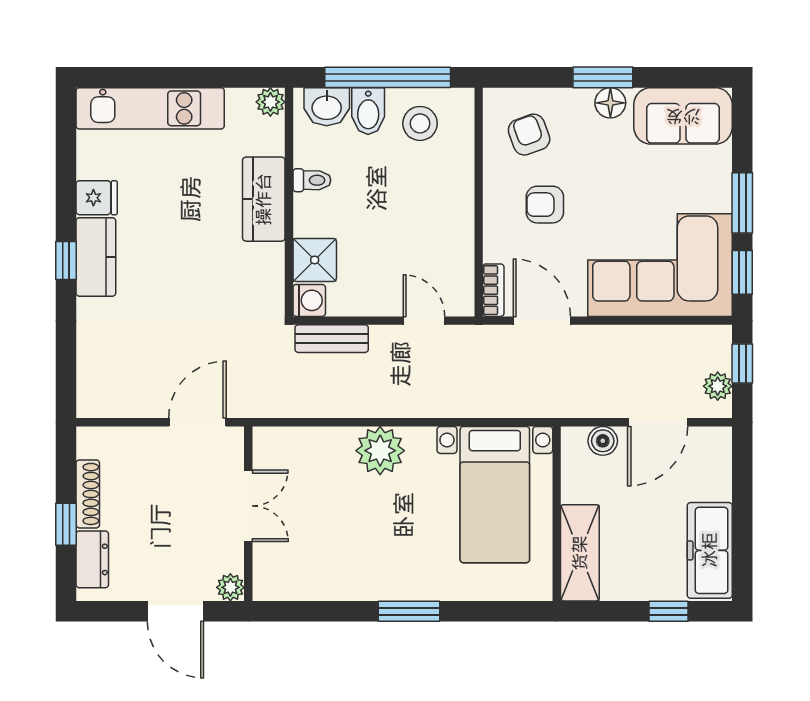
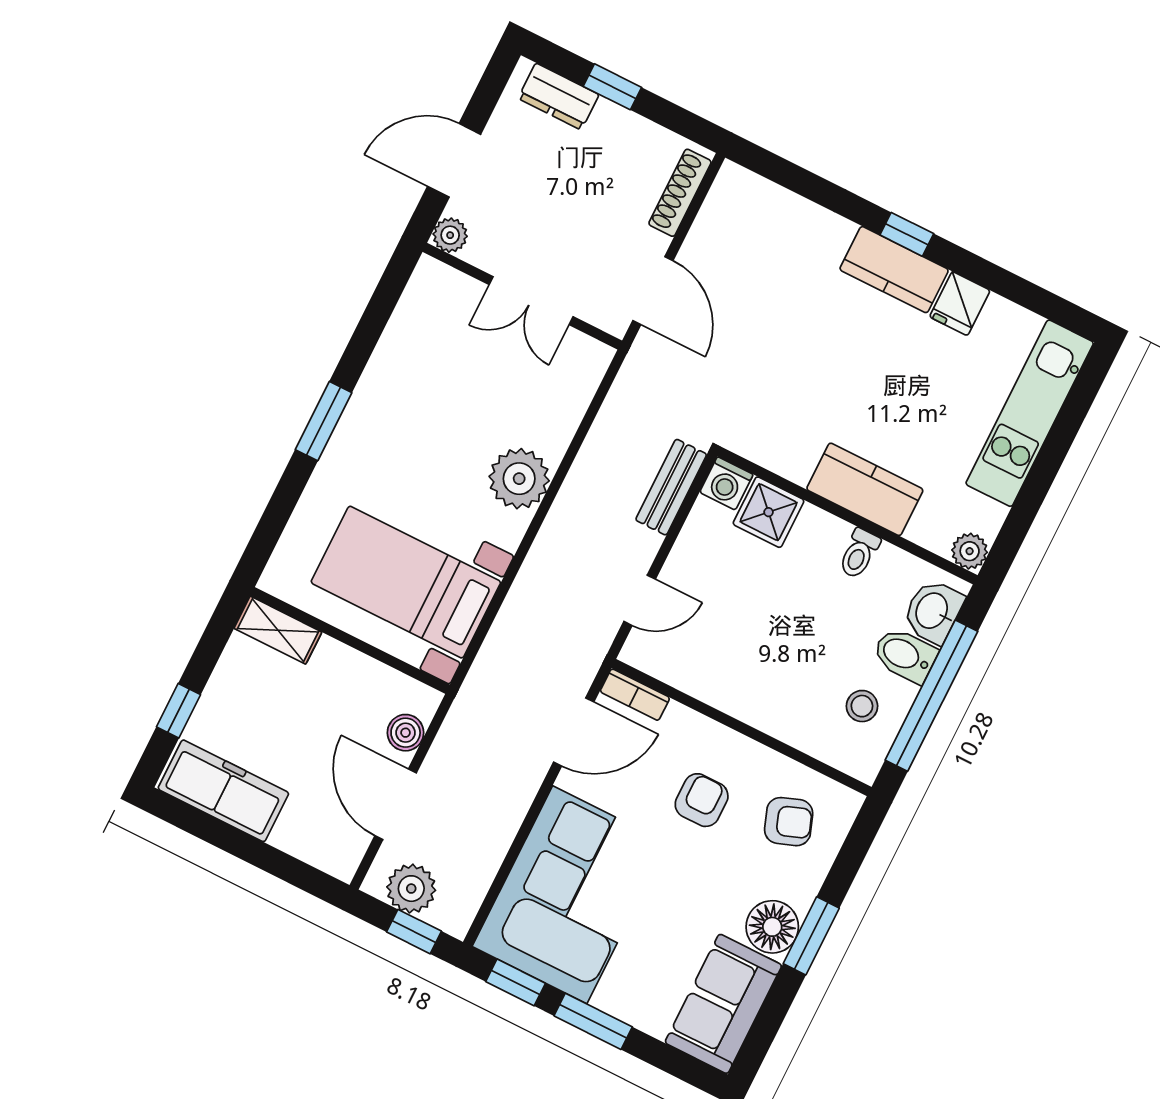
floor lamp: (610, 103) -> (772, 927), width x1.38, depth x1.38
stool: (420, 123) -> (862, 706), width x0.73, depth x0.73
plant: (718, 386) -> (411, 889), width x1.38, depth x1.38
shoe rack: (88, 494) -> (680, 193), moved, turned 90
shelving: (580, 553) -> (278, 630), width x0.67, depth x0.75

